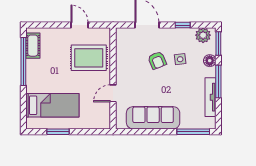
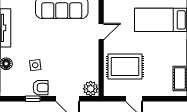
plant: (203, 35) -> (91, 89), moved
armchair: (157, 60) -> (41, 88), moved, turned 112

